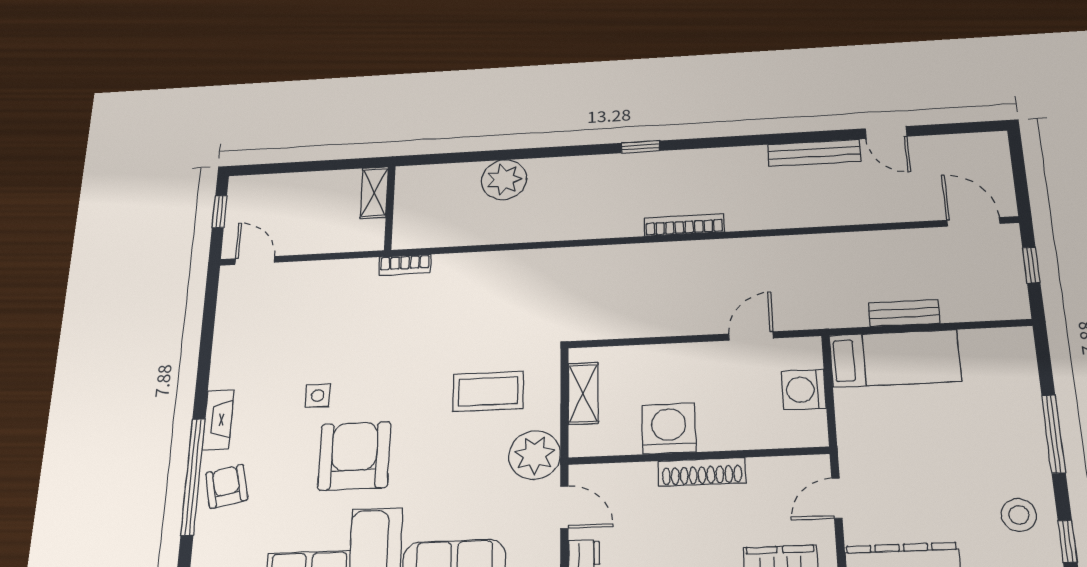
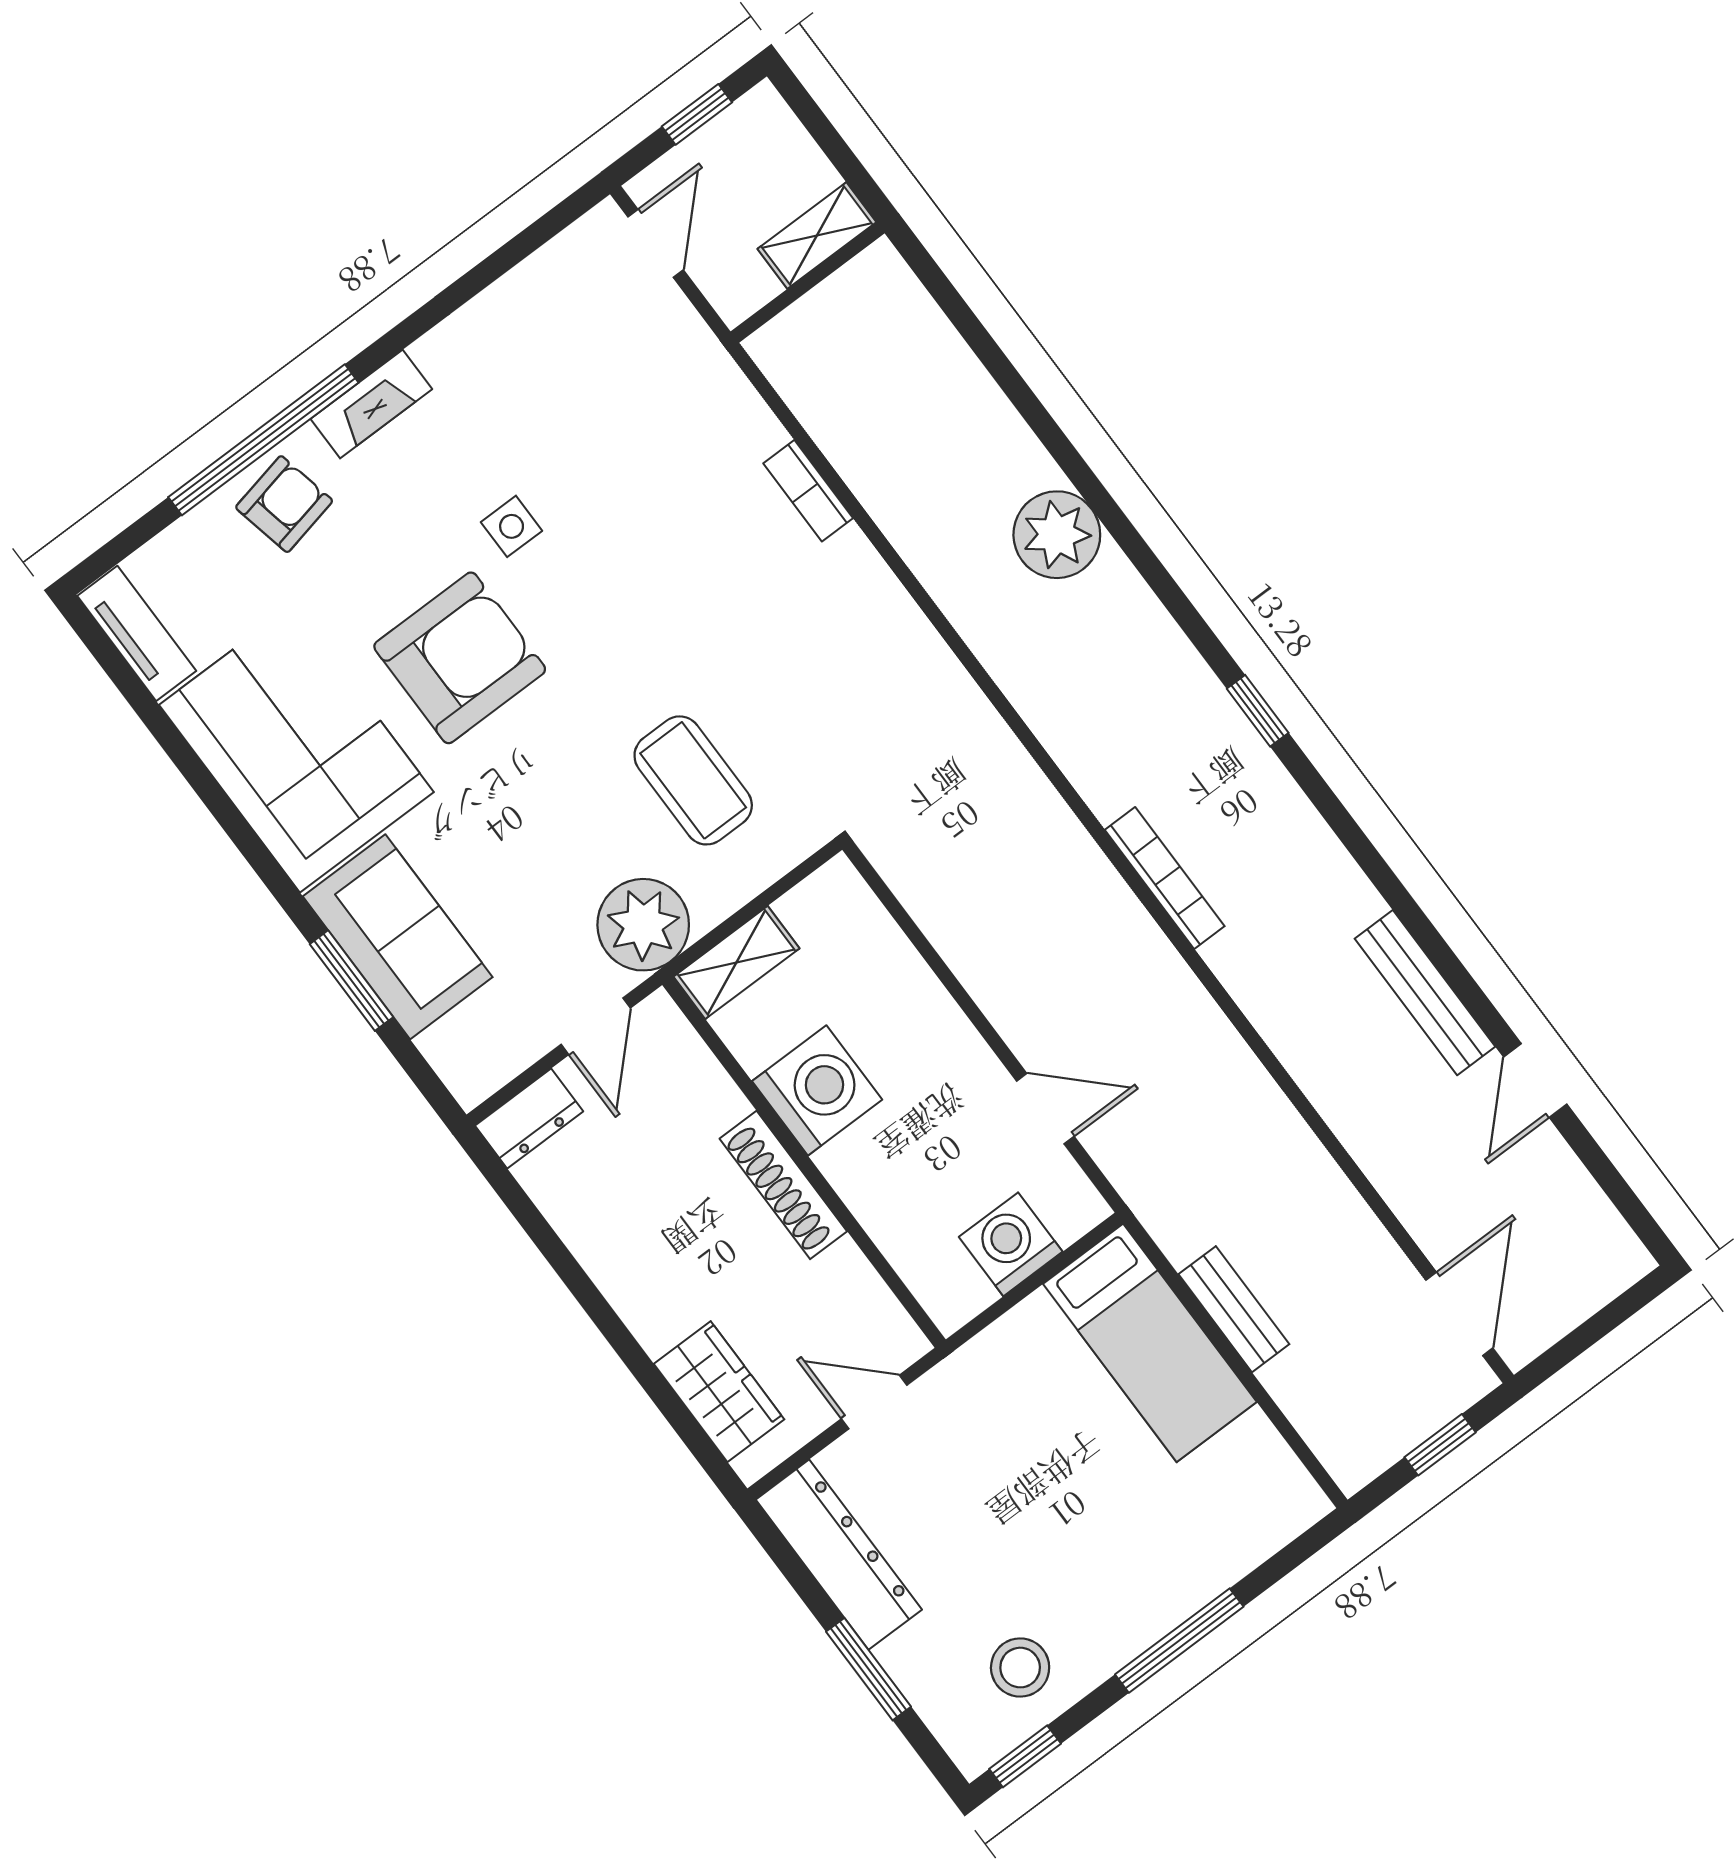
shelving: (374, 193) -> (817, 236), moved
wall: (390, 208) -> (808, 282), moved
shelving: (583, 393) -> (736, 962), moved

